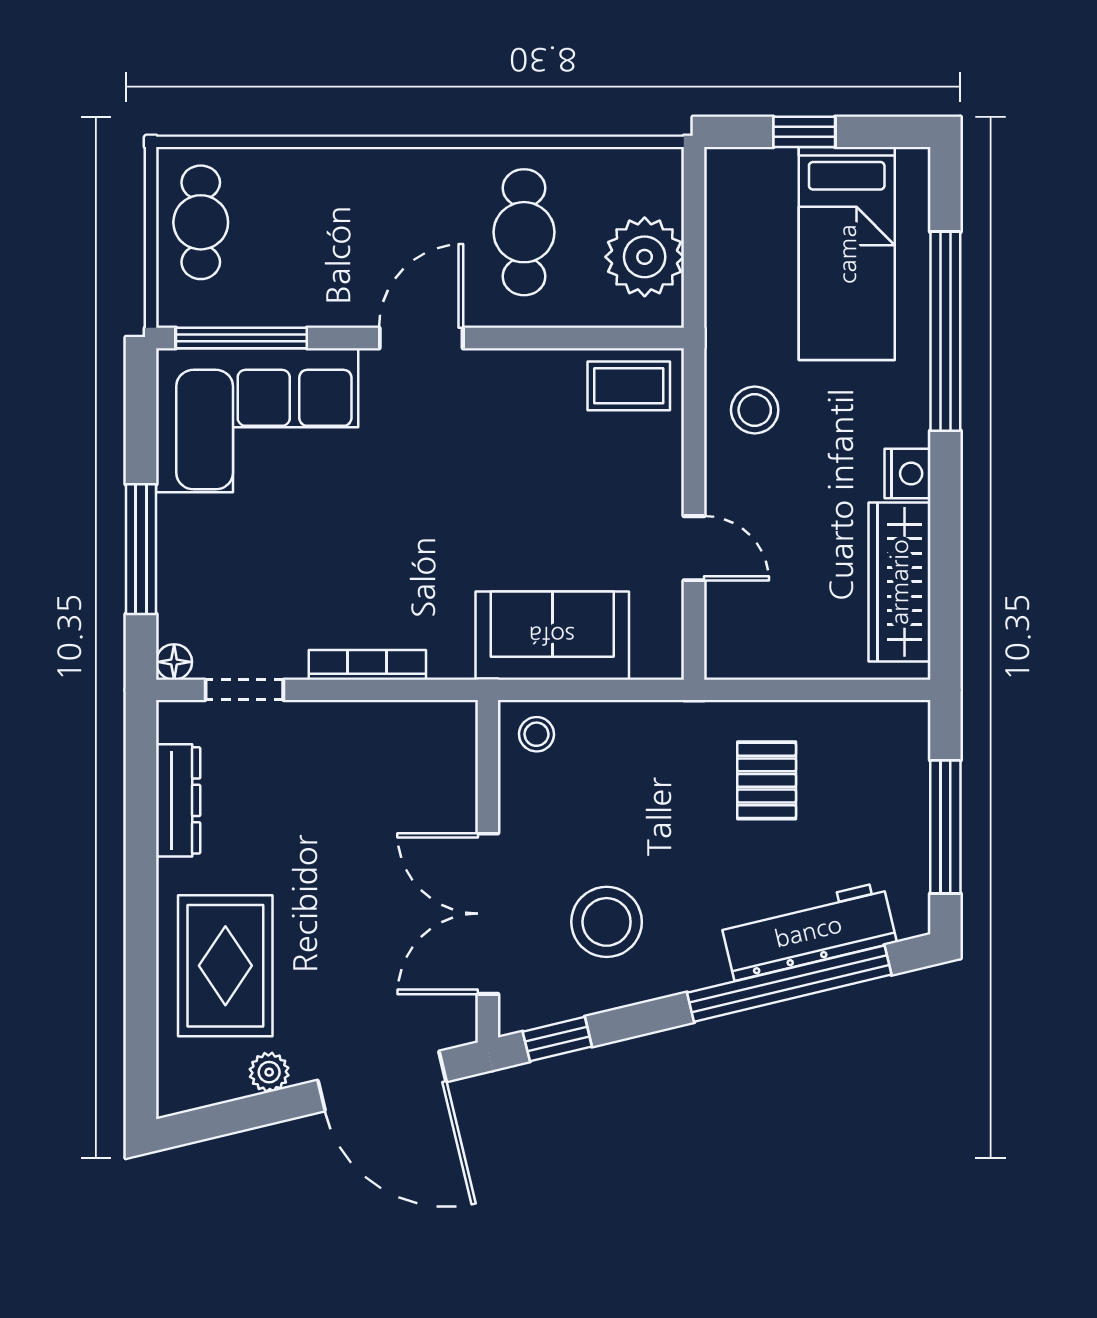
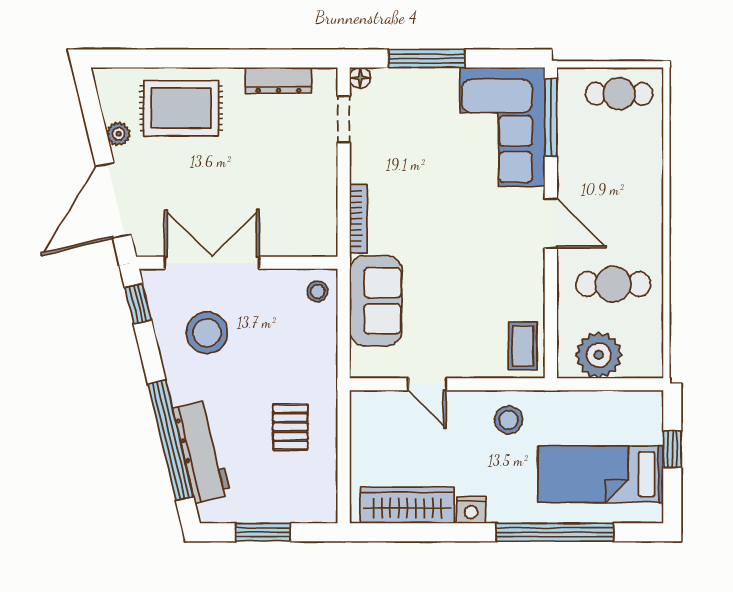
door: (694, 548) -> (427, 384), hinge flipped
bookcase: (367, 665) -> (358, 219), moved
pallet: (767, 780) -> (290, 427), turned 90
window: (945, 827) -> (263, 532), width x0.69

